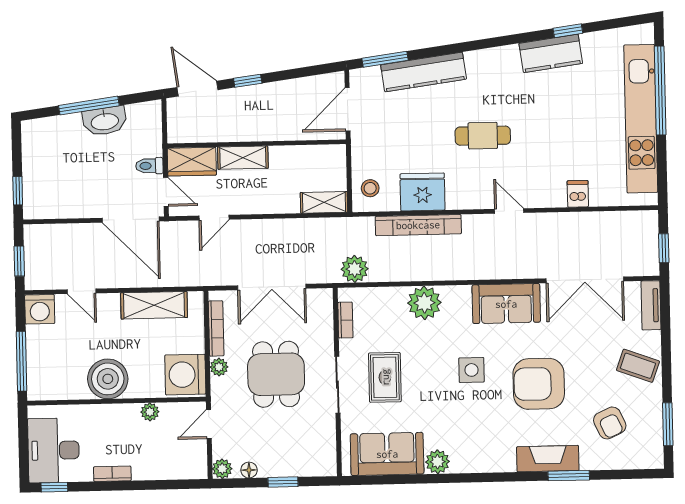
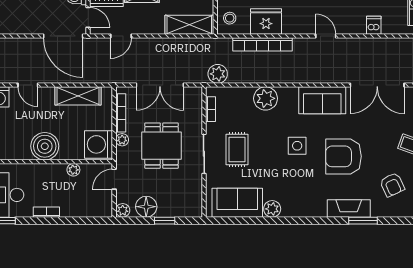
shelving: (324, 202) -> (189, 25), width x1.50, depth x1.33
floor lamp: (249, 470) -> (146, 207), width x1.89, depth x1.89

